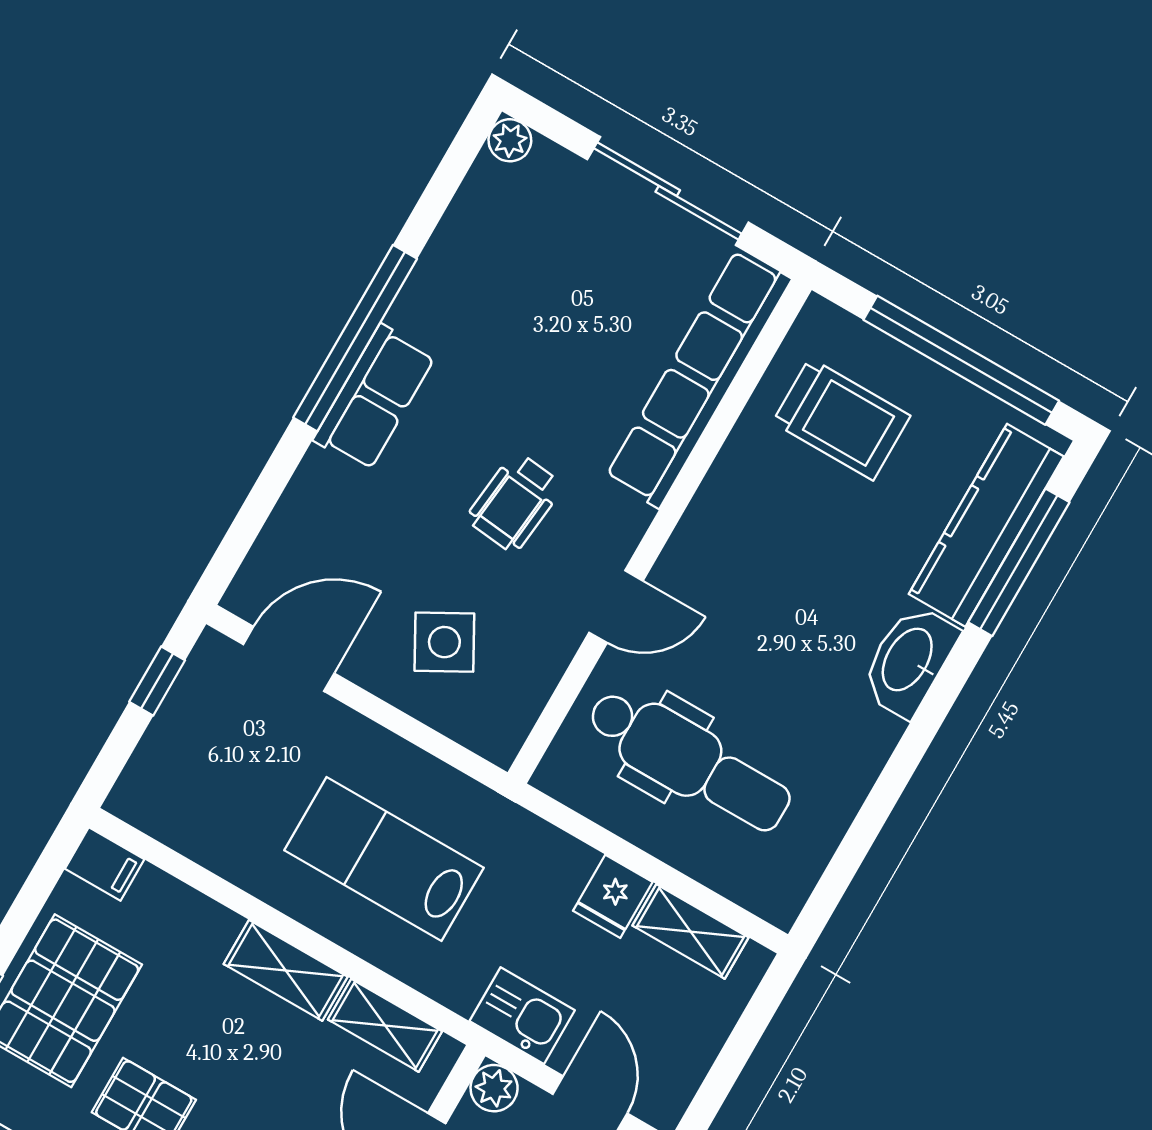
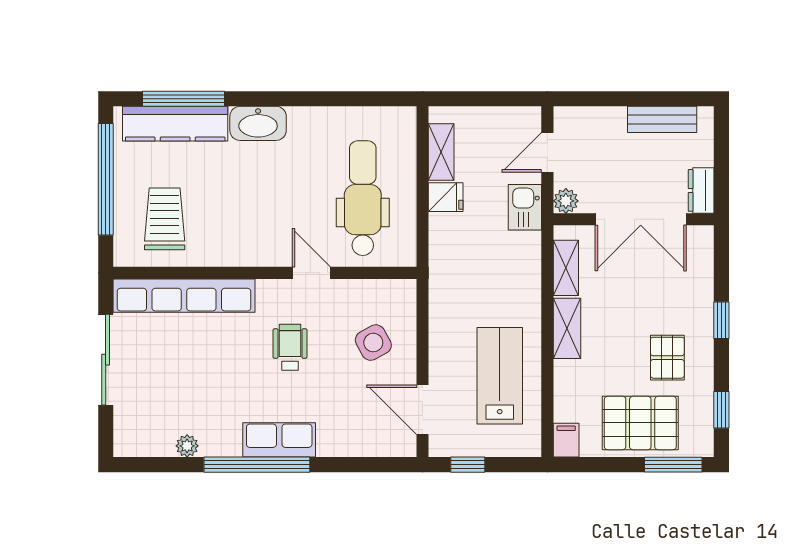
plant: (510, 140) -> (187, 446), moved
wheelchair: (515, 502) -> (290, 347), turned -96
lab bench: (384, 859) -> (500, 376), moved, turned 180

